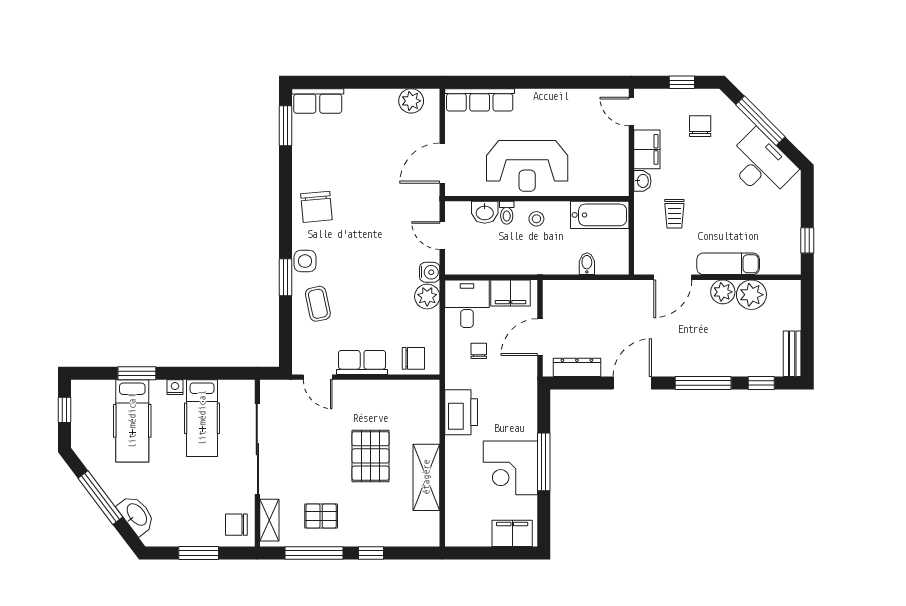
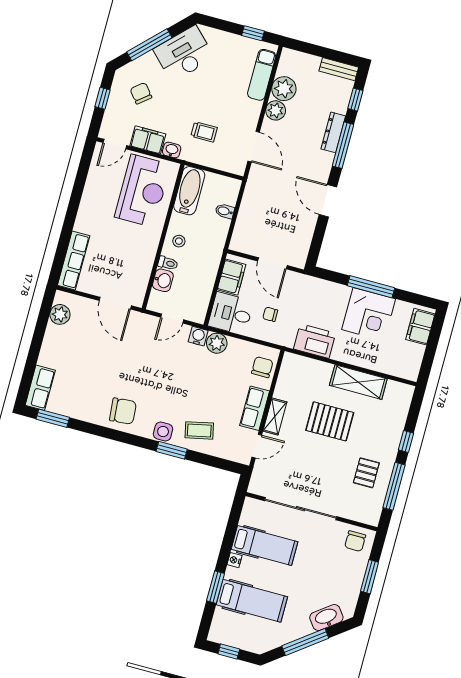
chair: (700, 126) -> (141, 93), turned 51
reception desk: (527, 166) -> (143, 191), moved
exam couch: (728, 264) -> (262, 75), moved
dresser: (577, 367) -> (333, 132), moved
shelving: (269, 520) -> (275, 417), moved, turned 90

